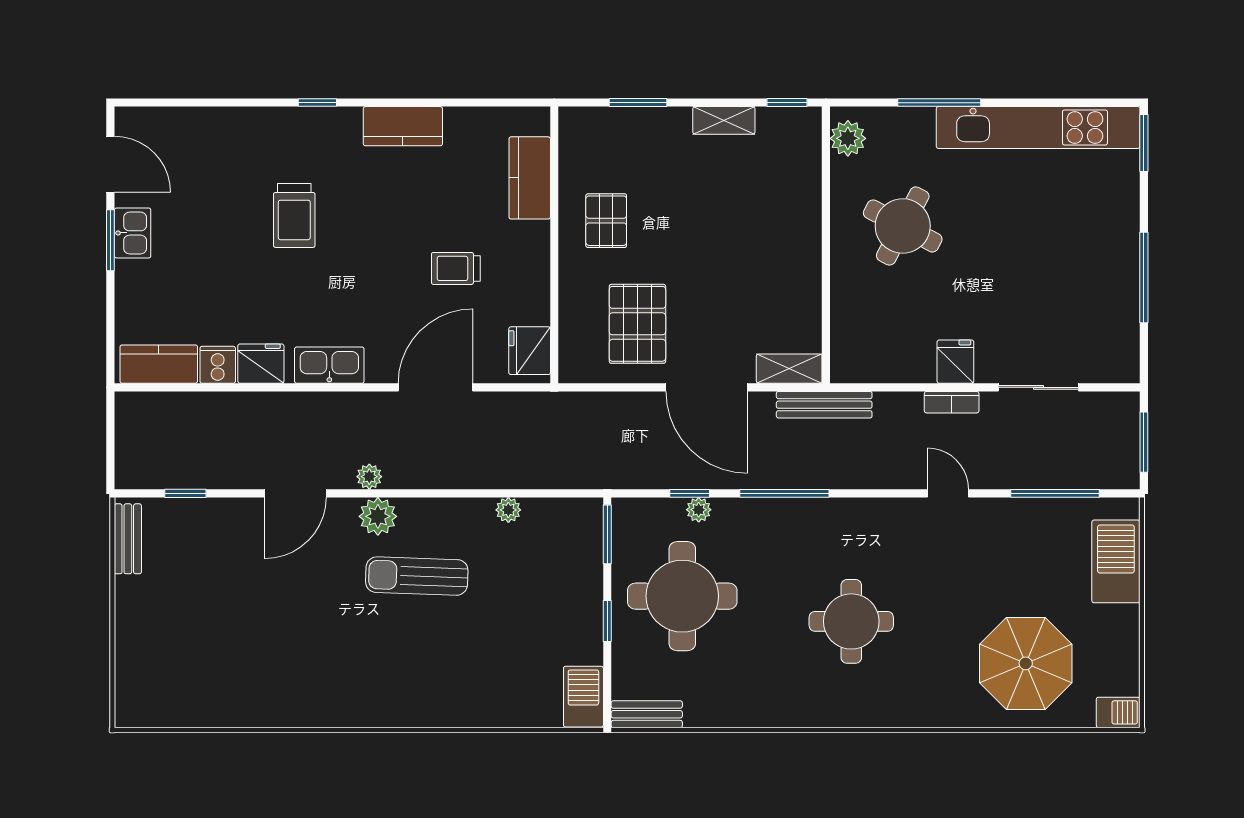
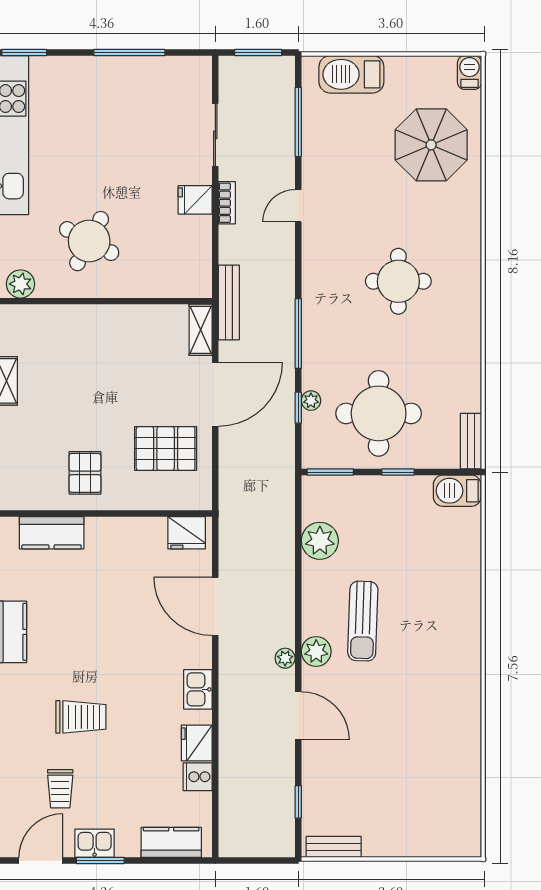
pallet: (606, 221) -> (85, 473), turned 90
trolley: (456, 268) -> (60, 789), moved
kitchen counter: (159, 364) -> (171, 842), moved, turned 90
kitchen sink: (329, 365) -> (198, 689), width x0.73
plant: (508, 510) -> (320, 541), width x1.88, depth x1.88

